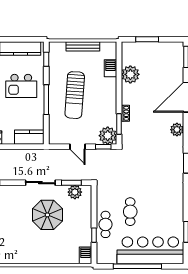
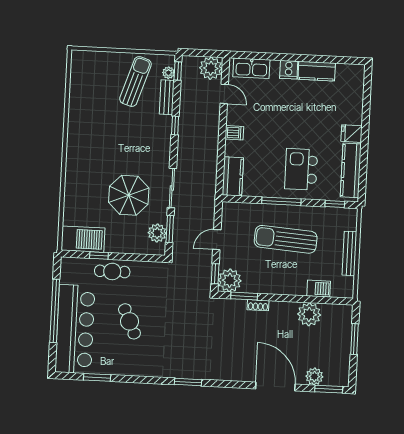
plant: (177, 130) -> (314, 376), moved
cafe table: (130, 212) -> (129, 321), moved, turned 66
barbecue: (85, 255) -> (83, 239), width x1.88, depth x1.53

